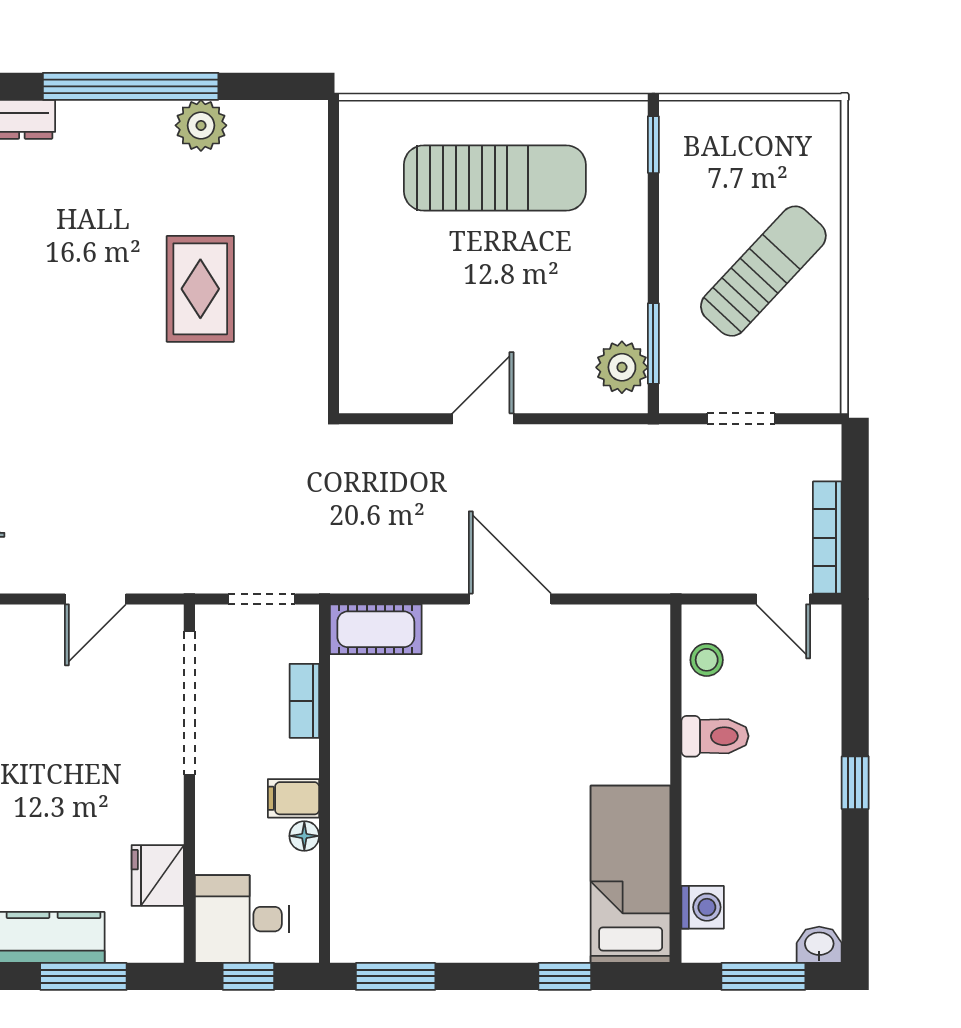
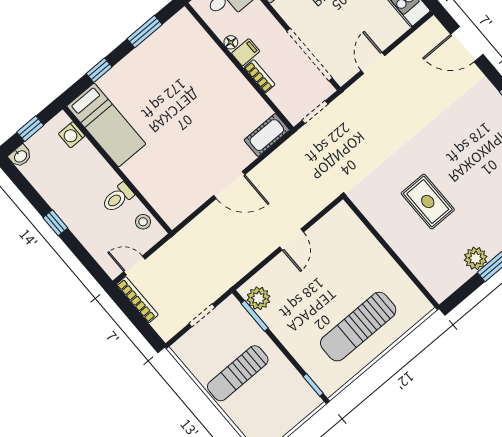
sun lounger: (763, 271) -> (238, 373), turned 47
bookcase: (304, 701) -> (259, 76), moved
window: (396, 976) -> (145, 32), moved
window: (763, 976) -> (30, 129), width x0.67

